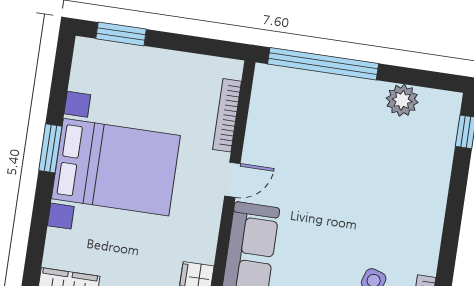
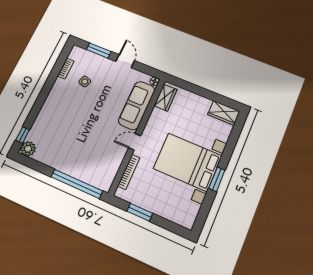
window: (121, 34) -> (140, 212), moved
plant: (402, 100) -> (28, 149), moved

